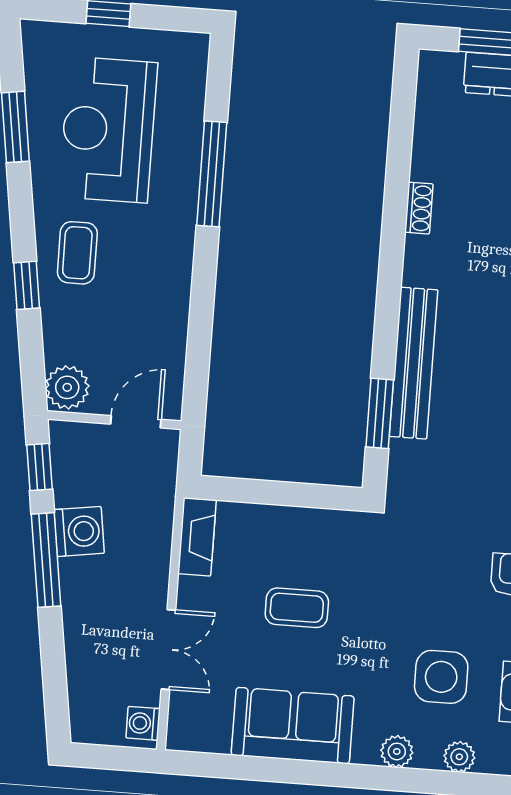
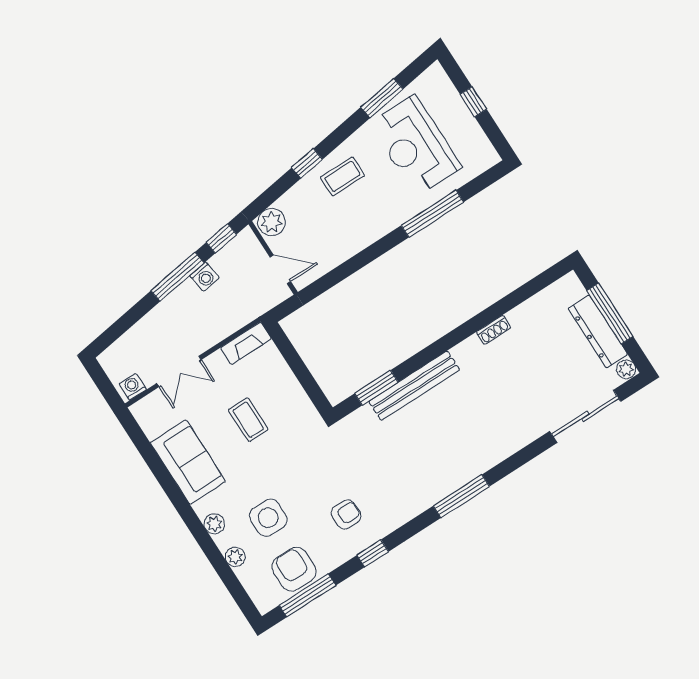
reception desk: (108, 130) -> (415, 145), turned -90
washing machine: (79, 531) -> (205, 277), width x0.73, depth x0.73

